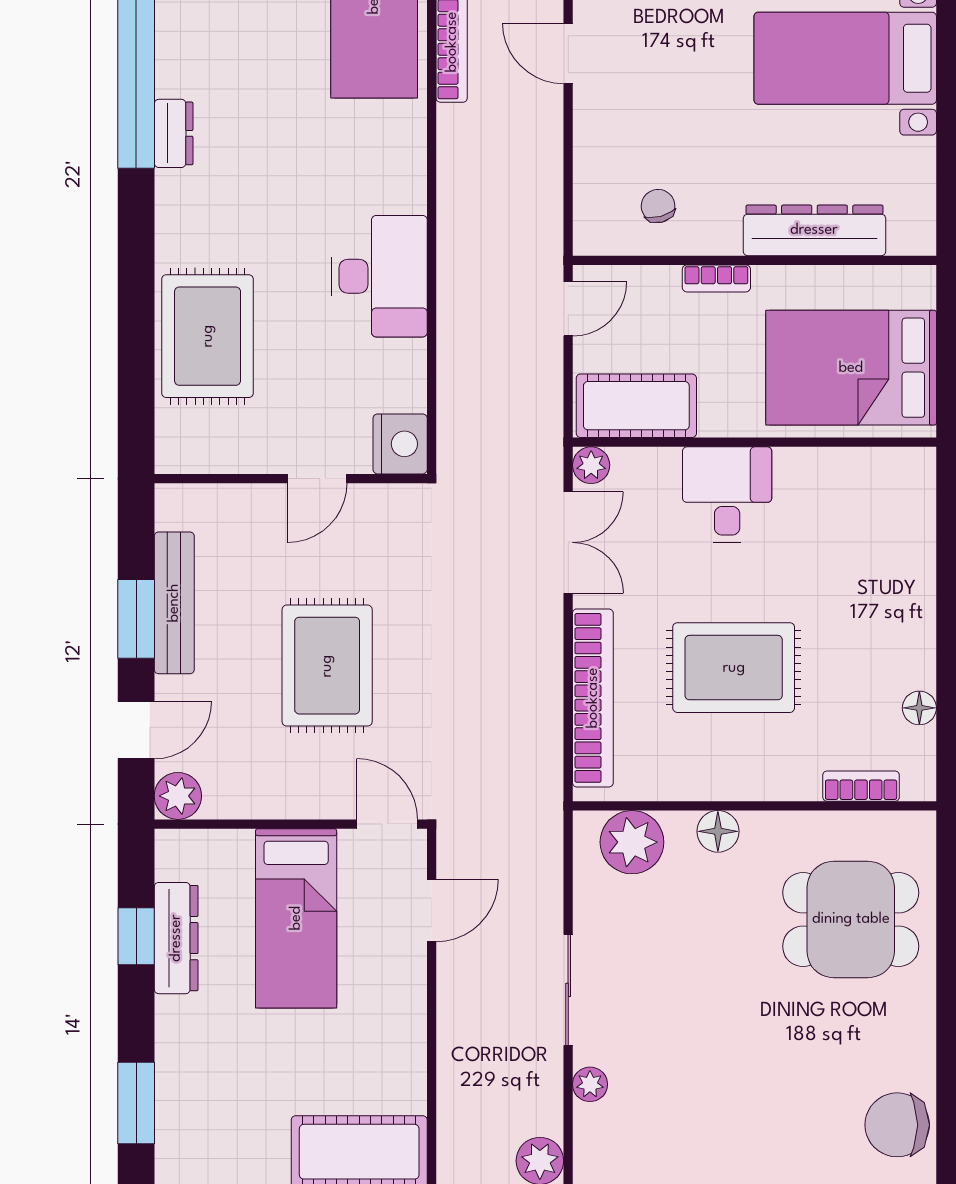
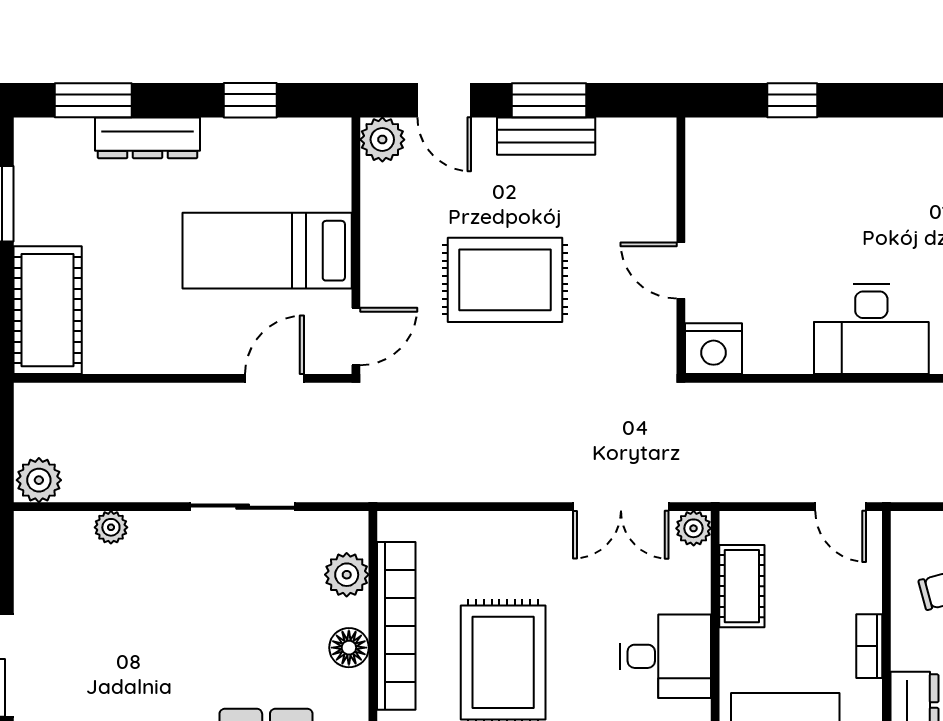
rug: (208, 336) -> (815, 167), removed
window: (136, 360) -> (792, 100), added
cot: (636, 406) -> (742, 586), width x0.73, depth x0.75
bench: (174, 603) -> (546, 136), width x0.73
bookcase: (593, 698) -> (396, 626), moved, turned -90
plant: (632, 842) -> (347, 575), width x0.73, depth x0.73
door: (432, 910) -> (275, 378), swing flipped
dresser: (176, 938) -> (148, 138), moved
sliding door: (568, 990) -> (243, 507), moved

